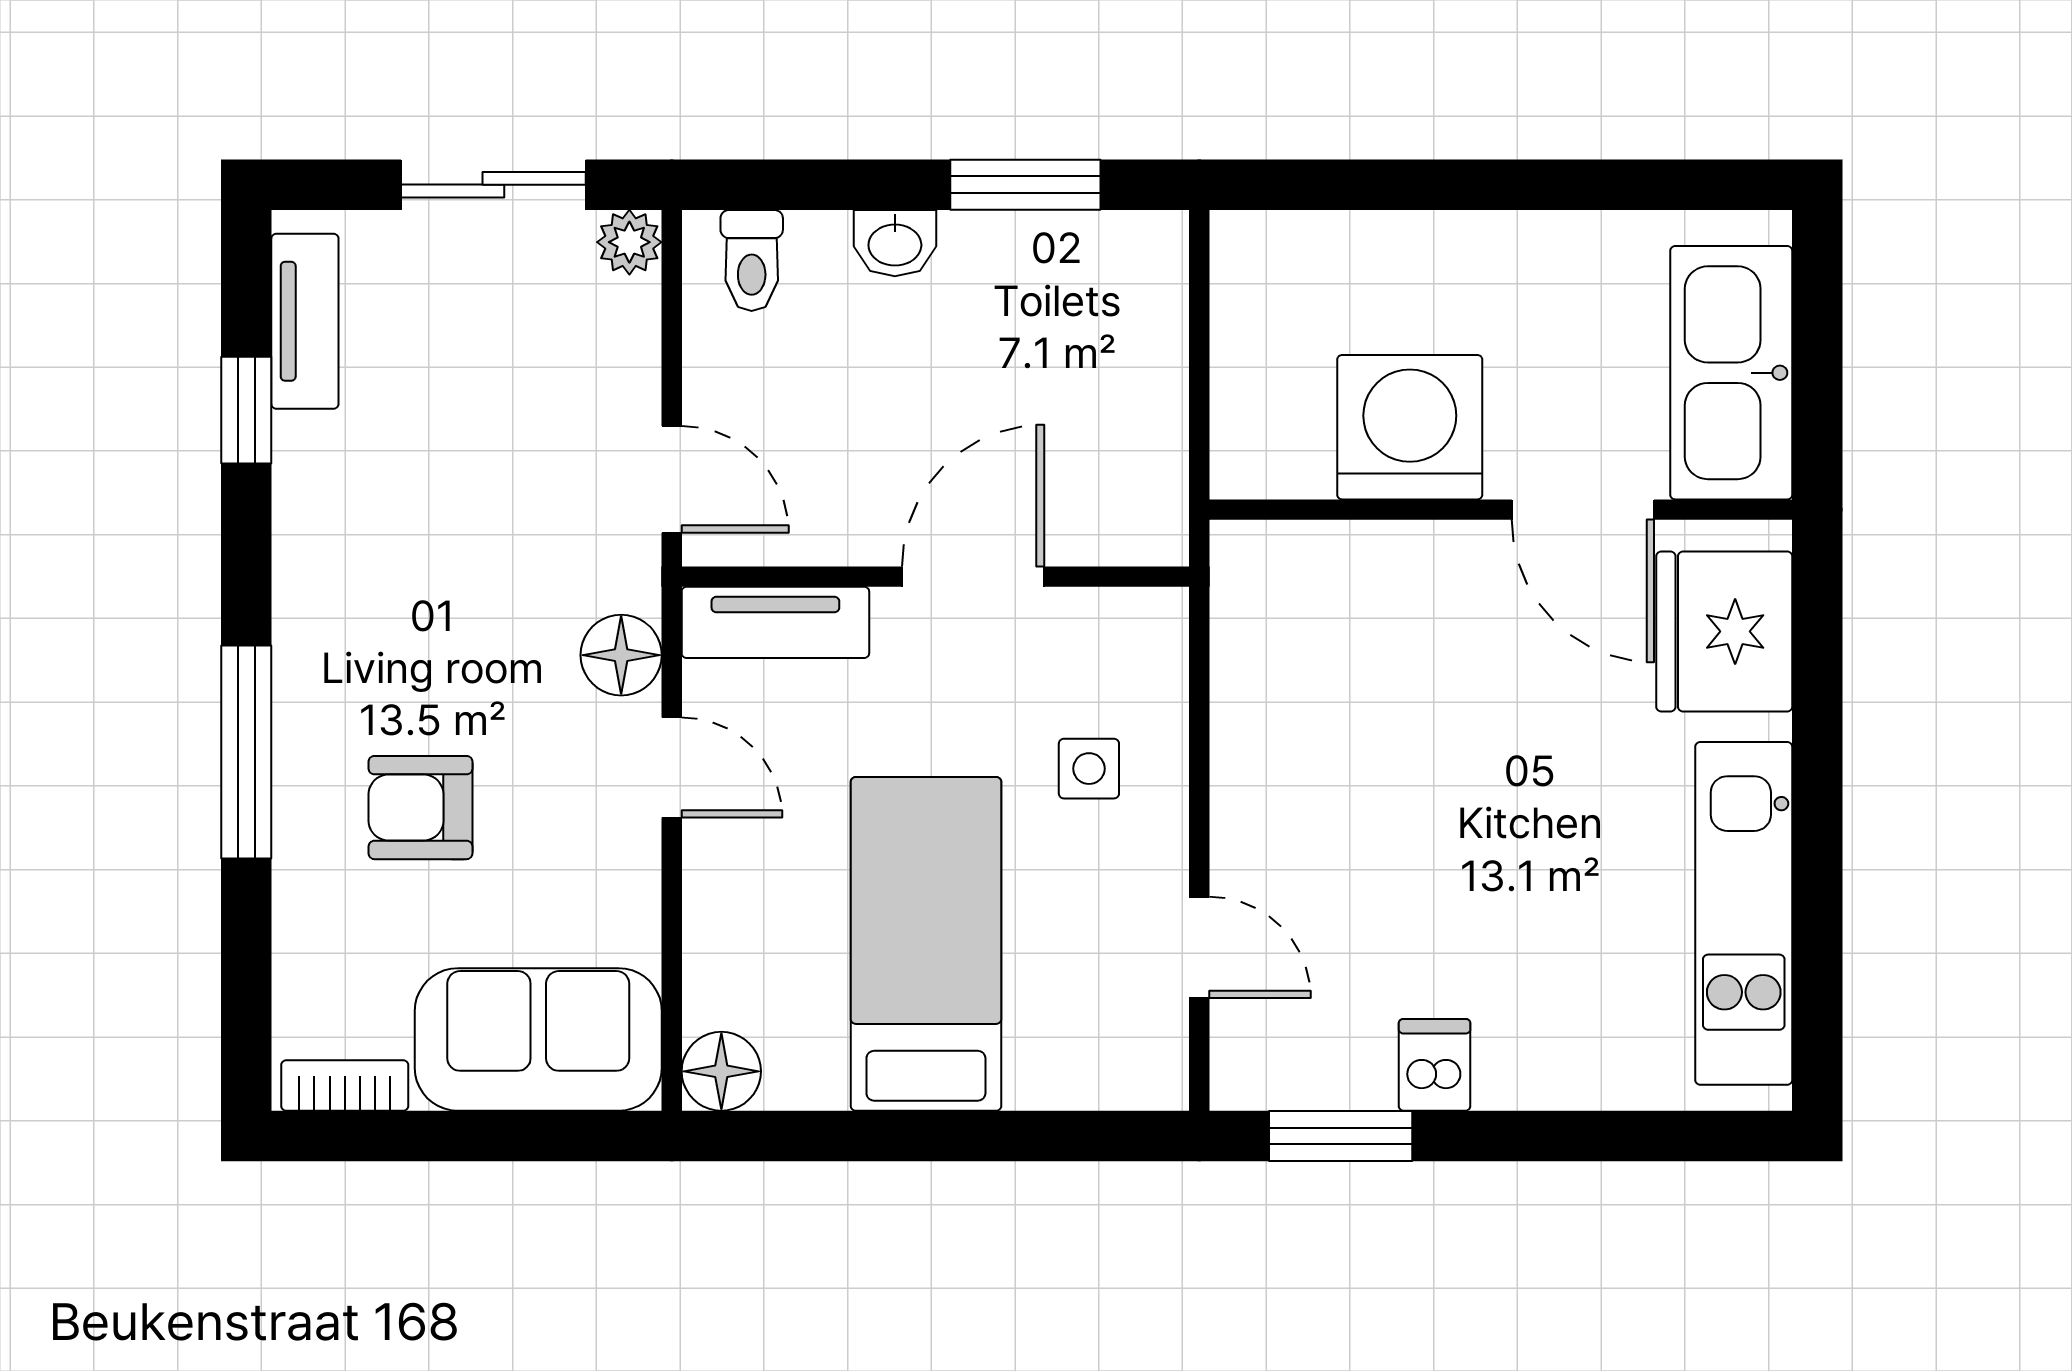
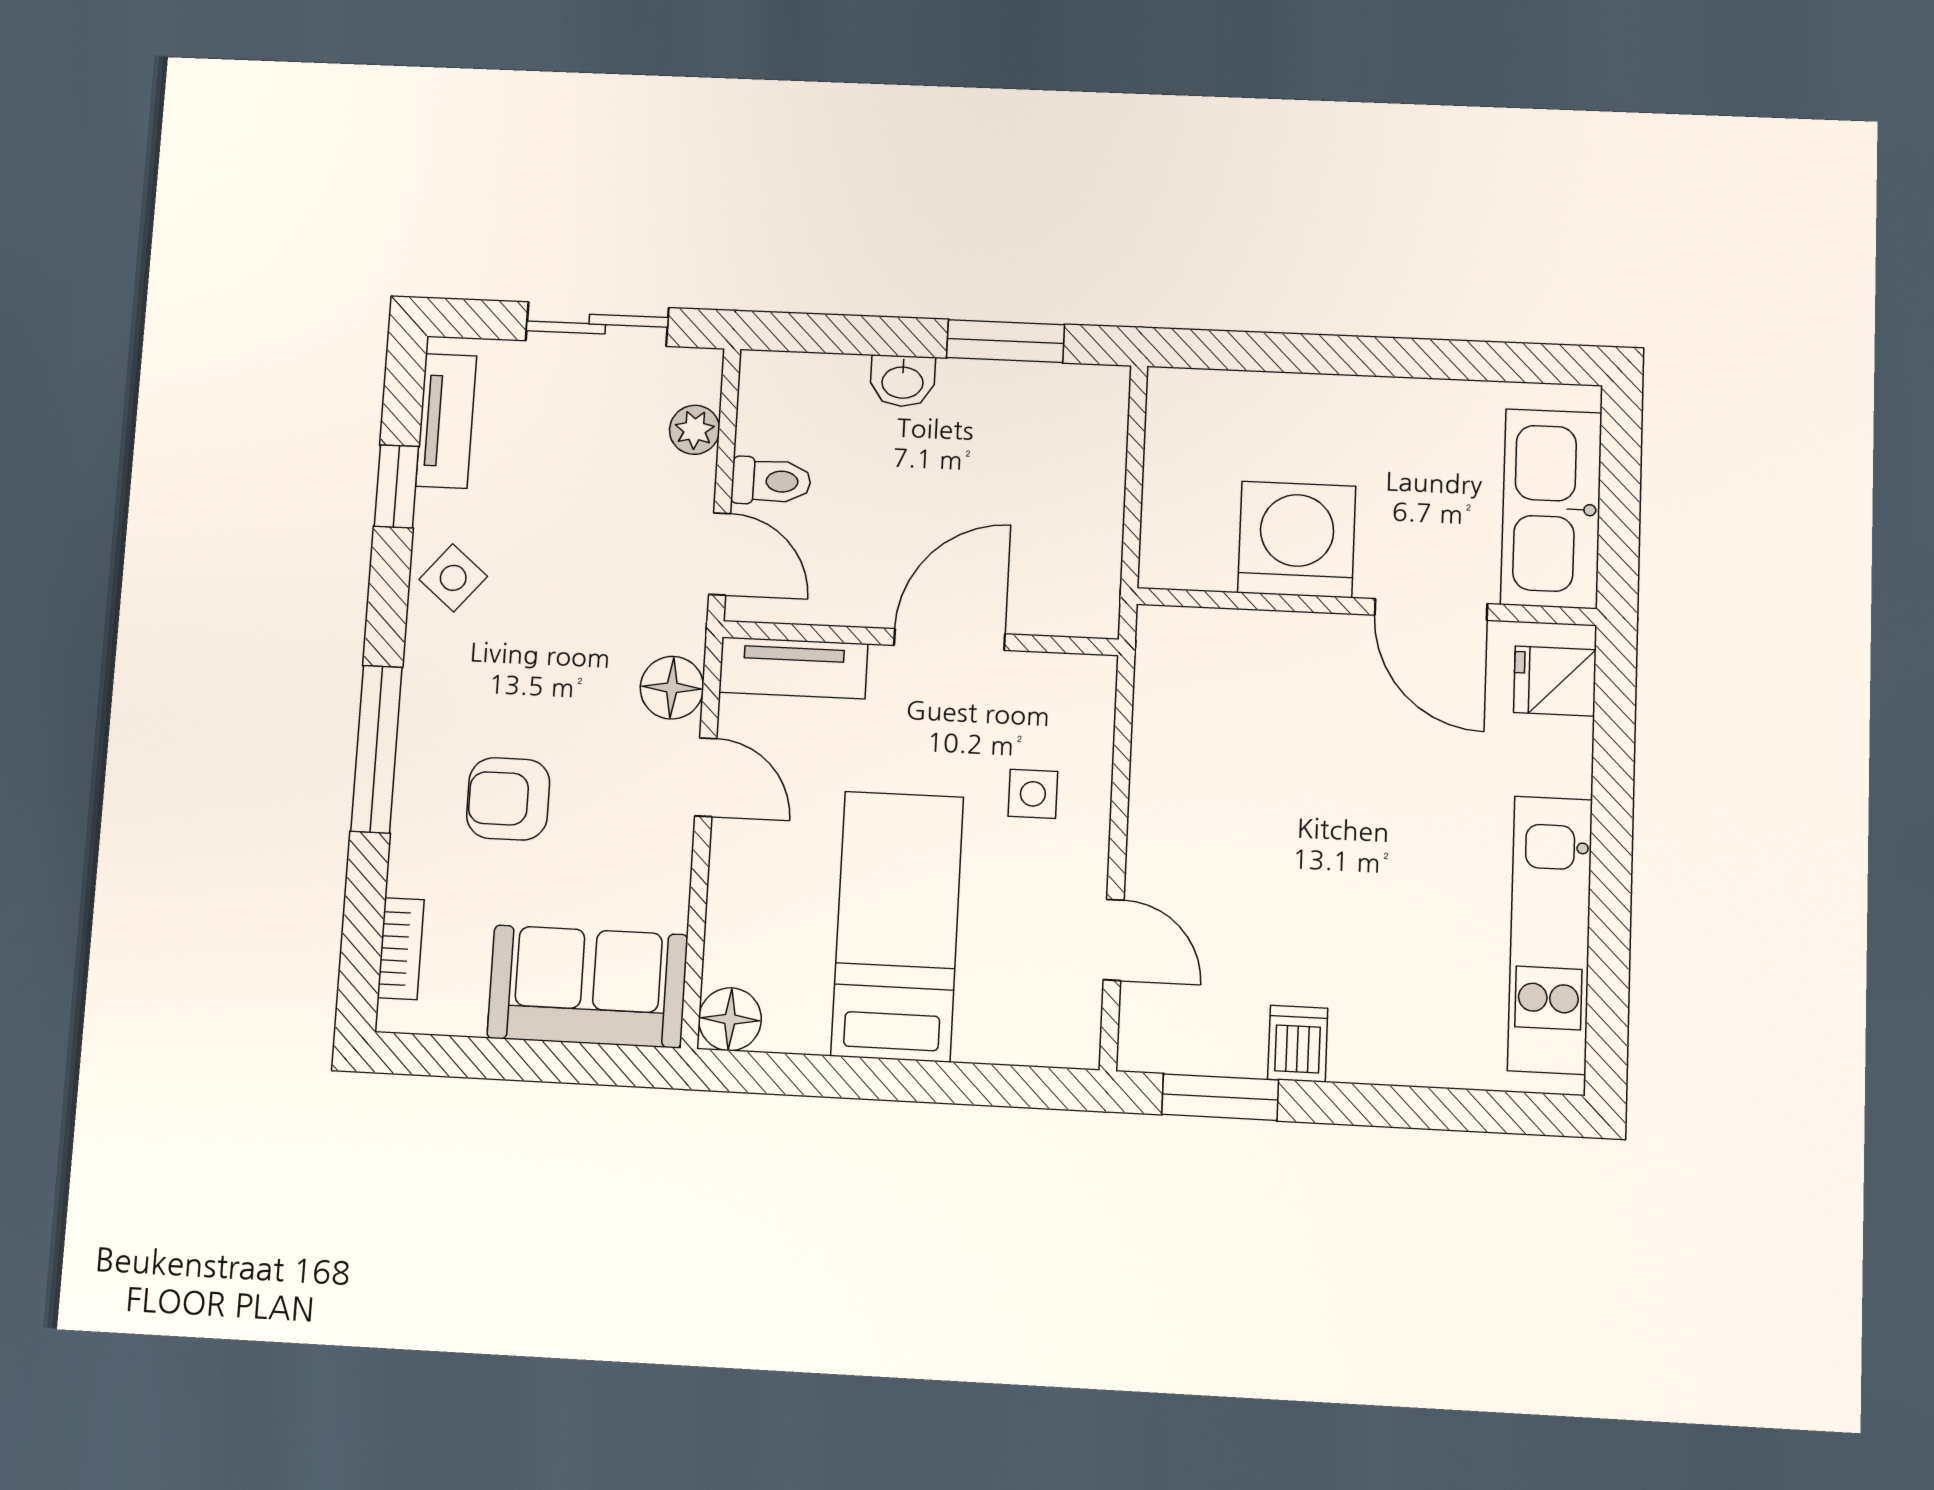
plant: (629, 242) -> (695, 430), moved
toilet: (752, 260) -> (771, 481), moved, turned -90
side table: (329, 526) -> (453, 578), added
fridge: (1724, 631) -> (1555, 681), width x0.53, depth x0.75
bookcase: (345, 1085) -> (401, 949), moved, turned 90

